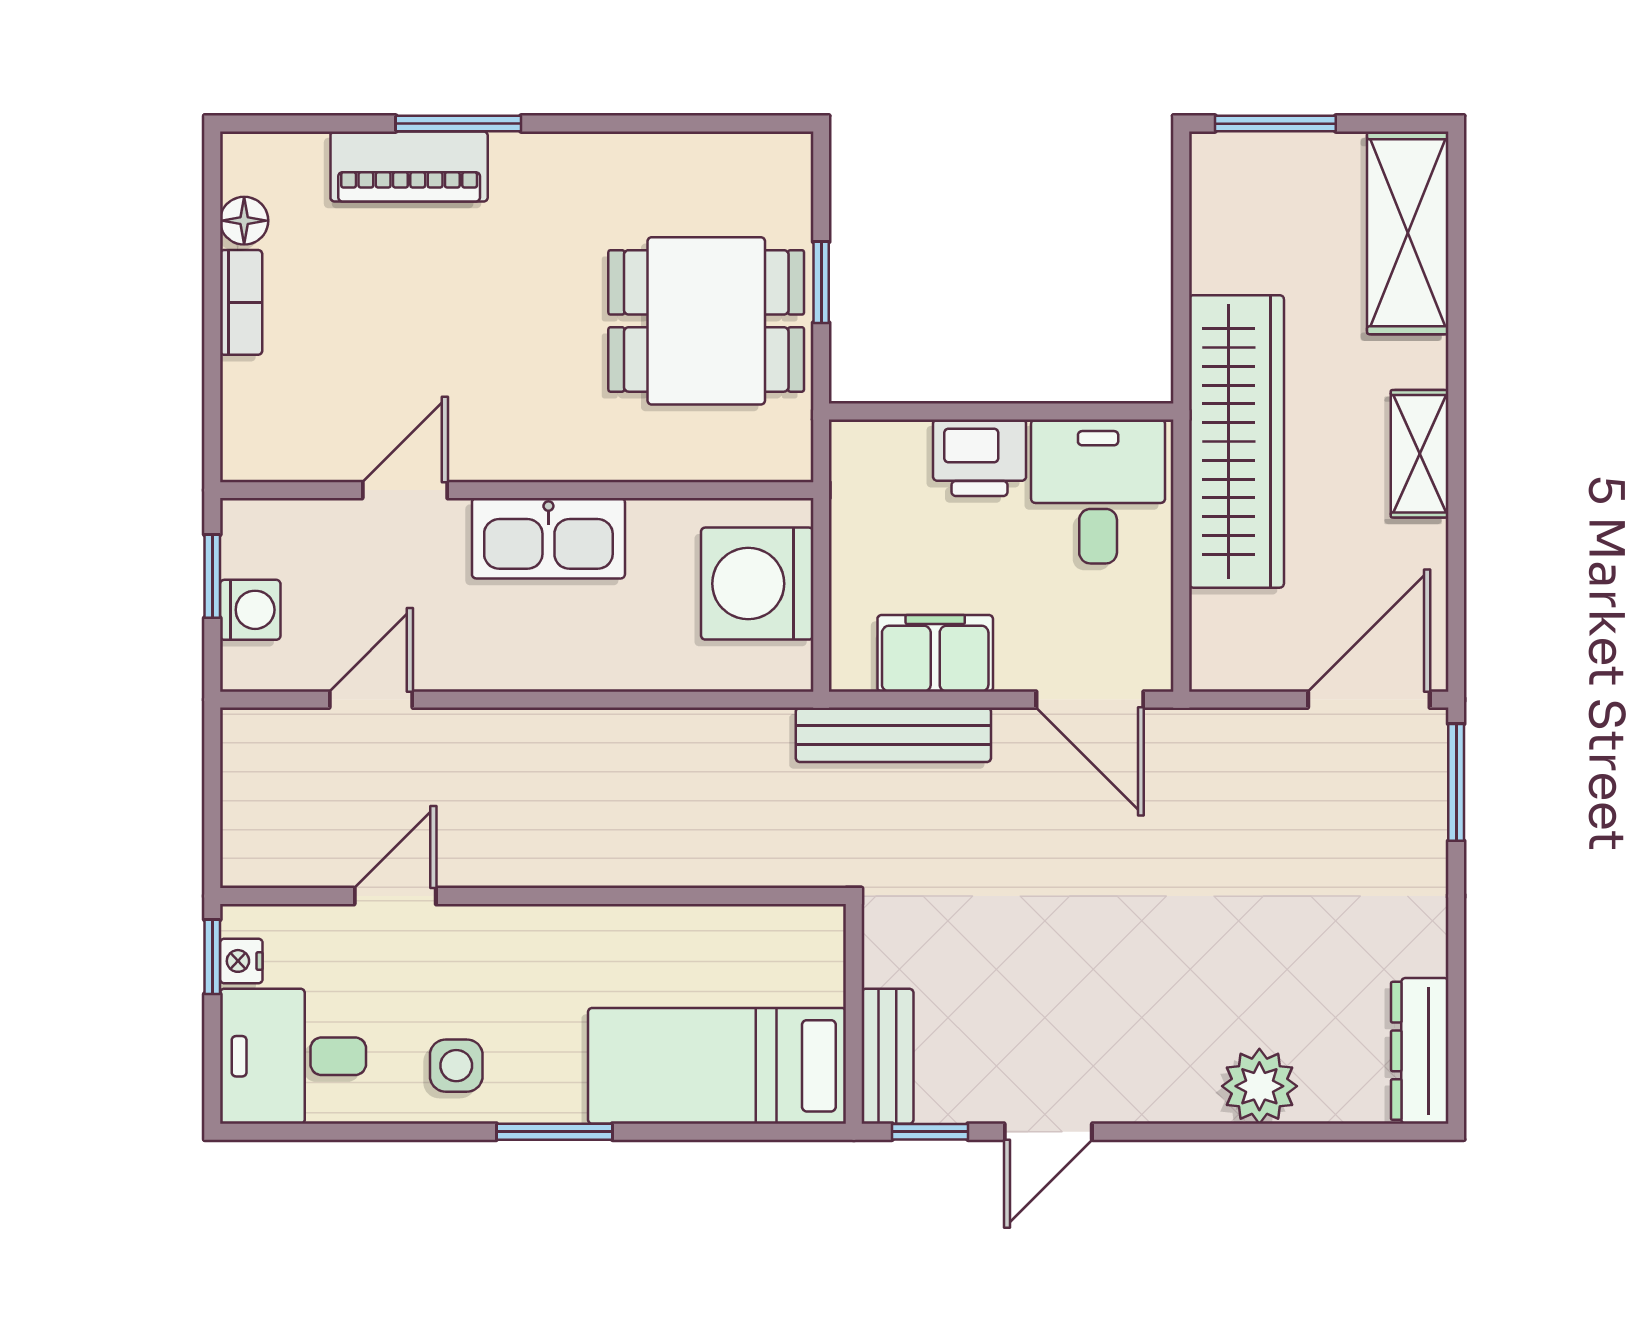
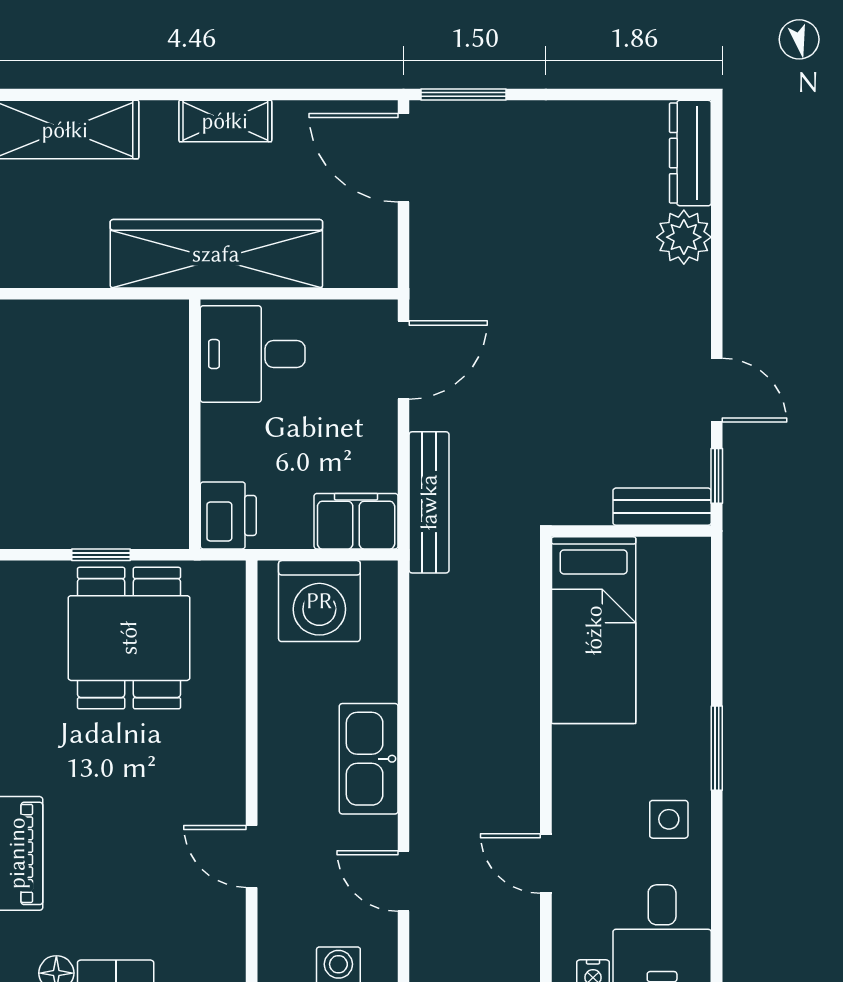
printer: (980, 458) -> (228, 515), moved
kitchen sink: (548, 538) -> (369, 759), moved, turned 180
filing cabinet: (935, 653) -> (356, 521), moved, turned 90
dresser: (1420, 1051) -> (690, 153), moved, turned 90
bed: (717, 1066) -> (594, 630), moved

